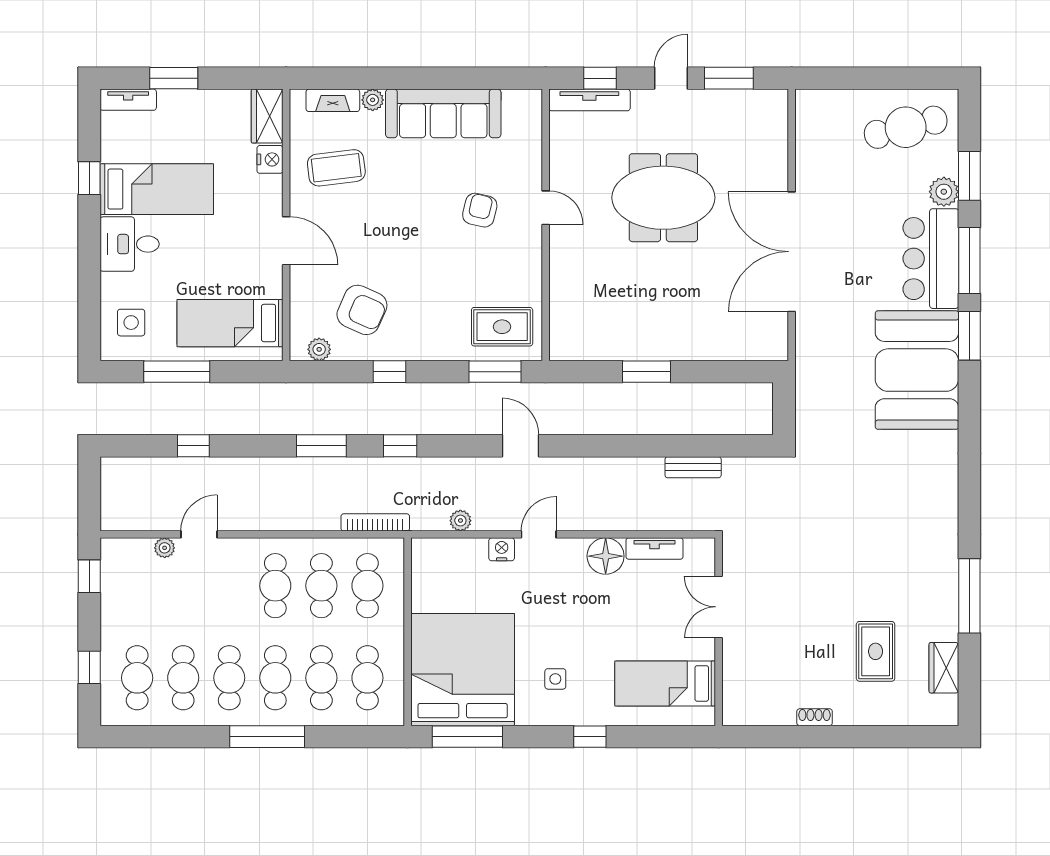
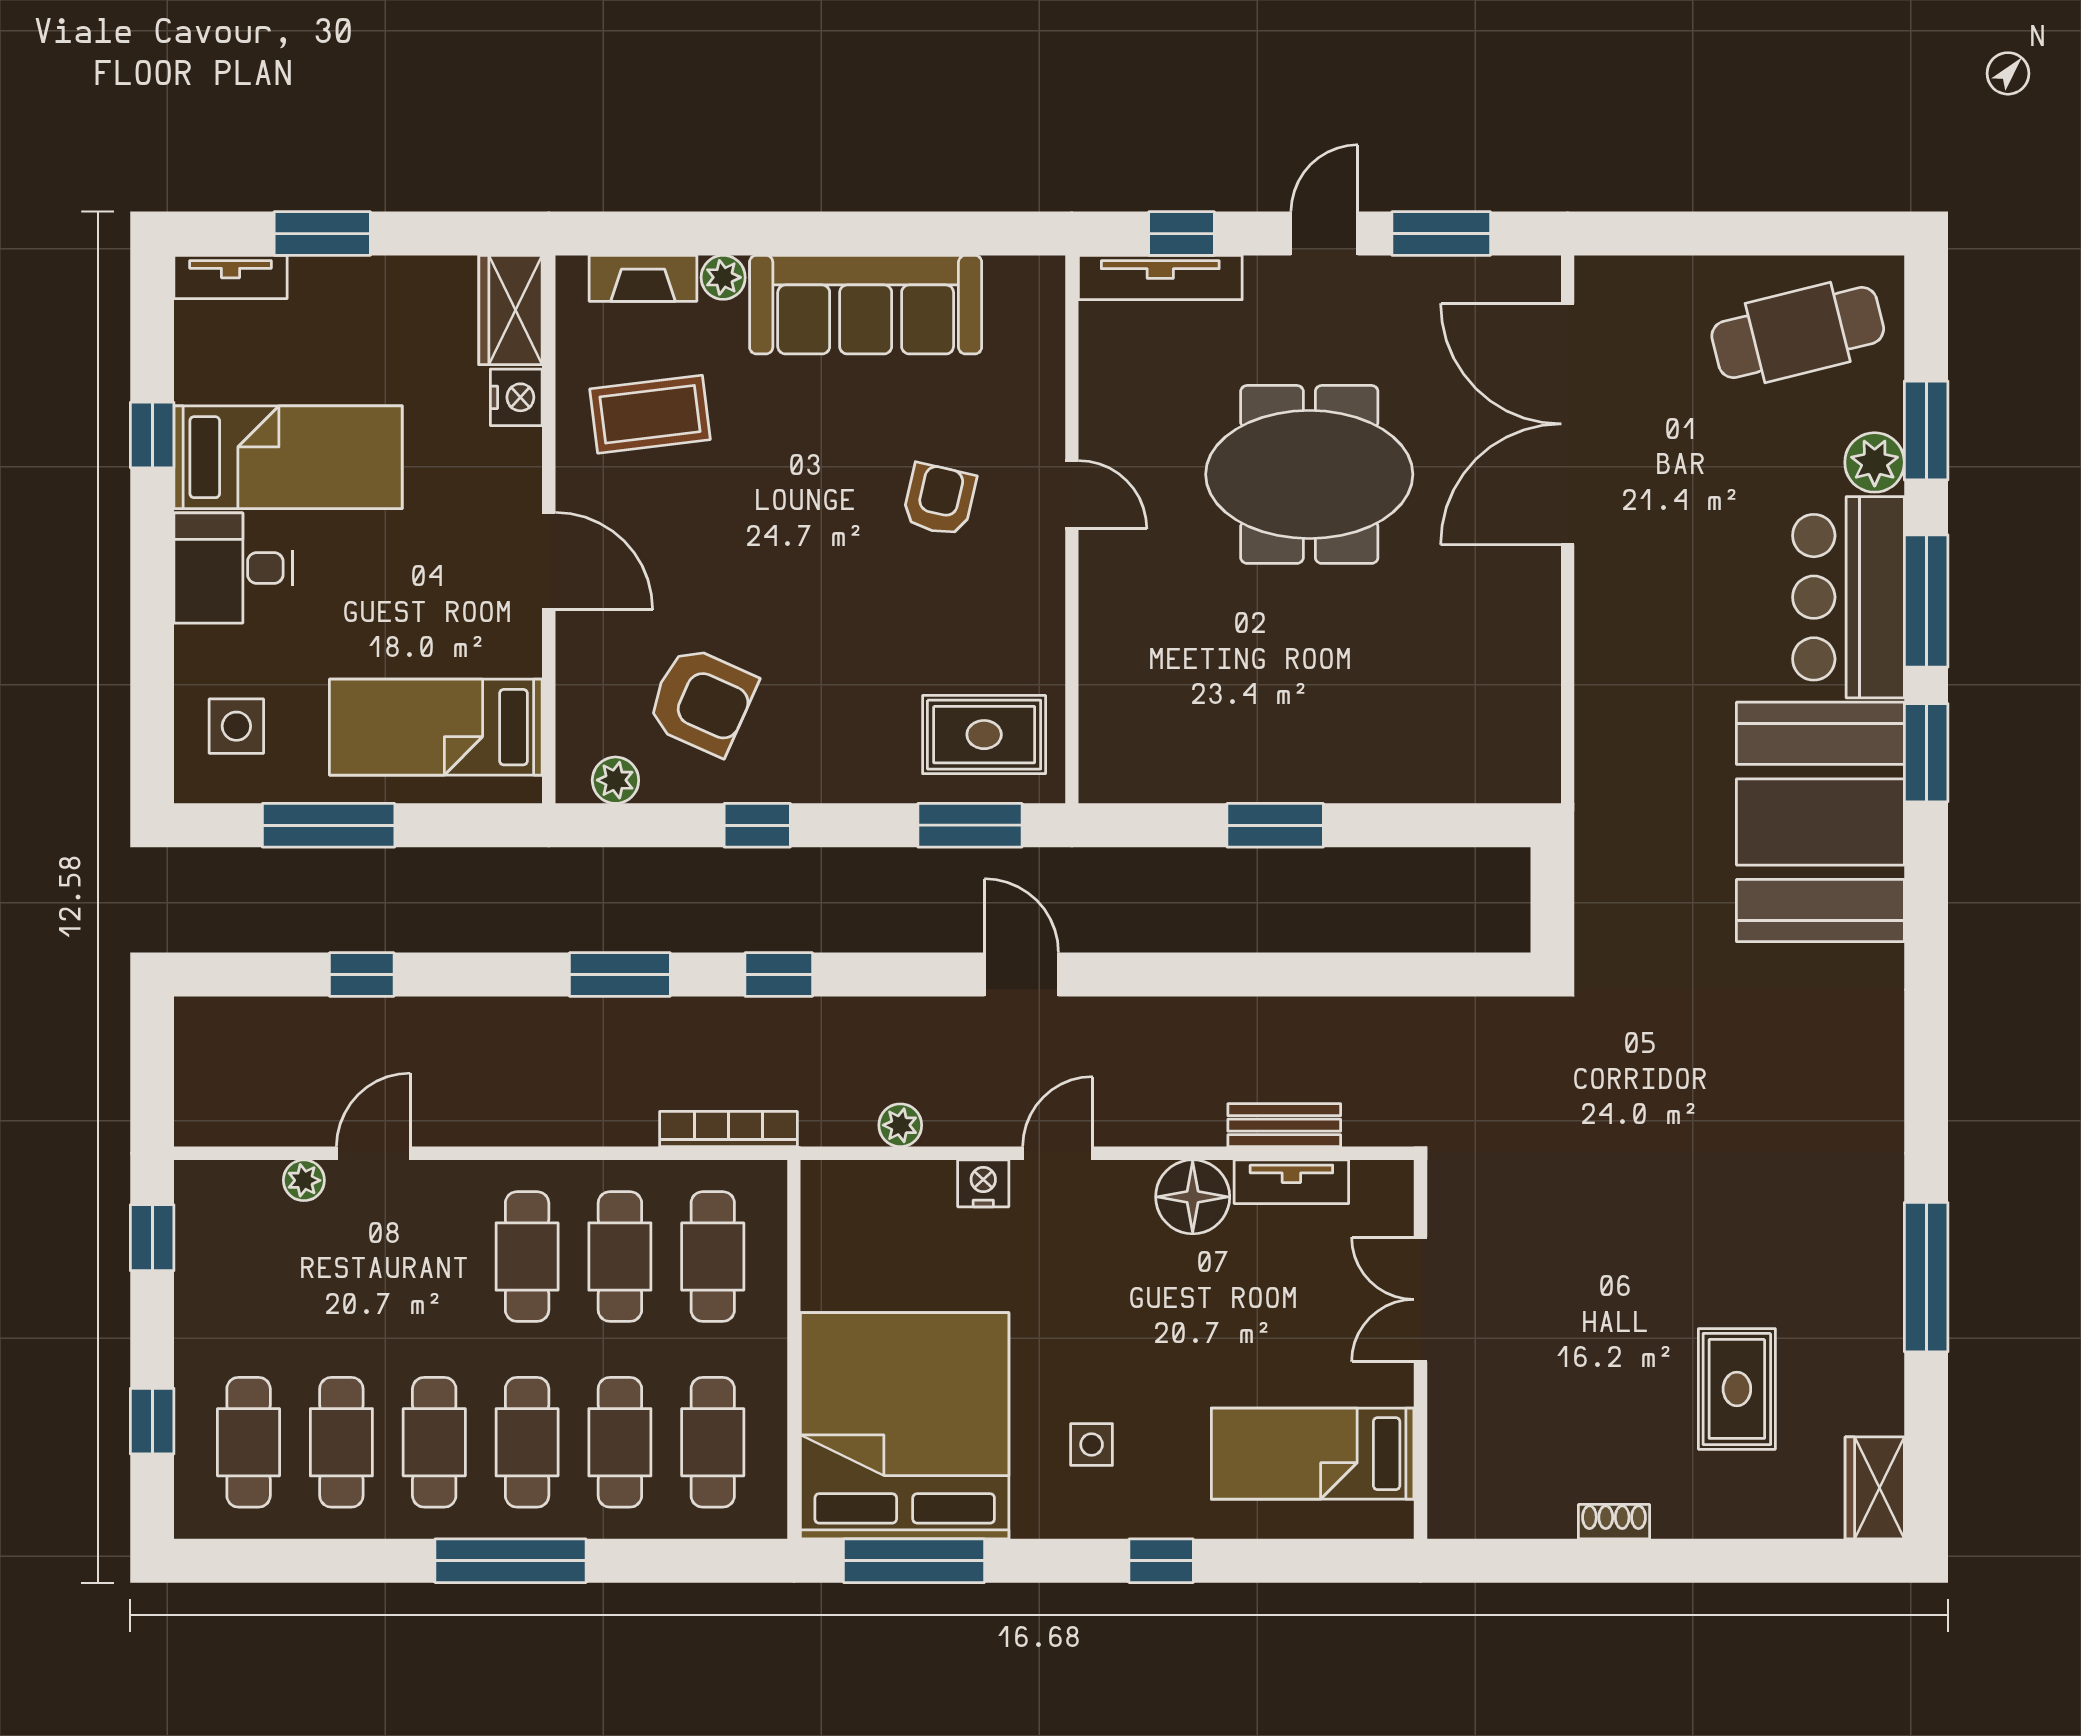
double door: (792, 252) -> (1568, 424), moved
bench: (693, 467) -> (1284, 1125), moved
wardrobe: (944, 668) -> (1875, 1488), moved

